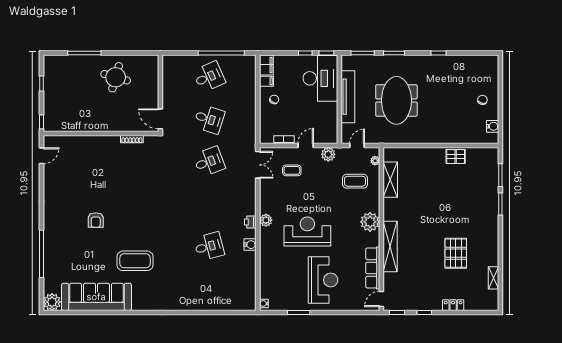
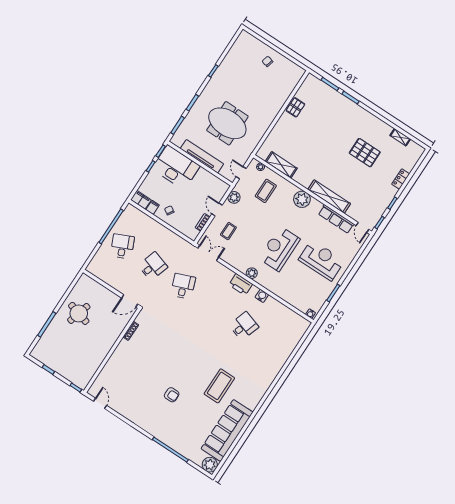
water cooler: (493, 126) -> (291, 67), removed
printer: (250, 222) -> (241, 284), width x1.87, depth x1.48
desk: (209, 246) -> (244, 326), turned 33

